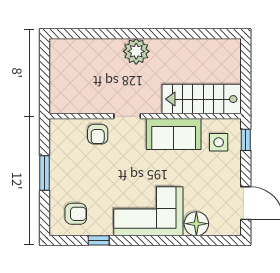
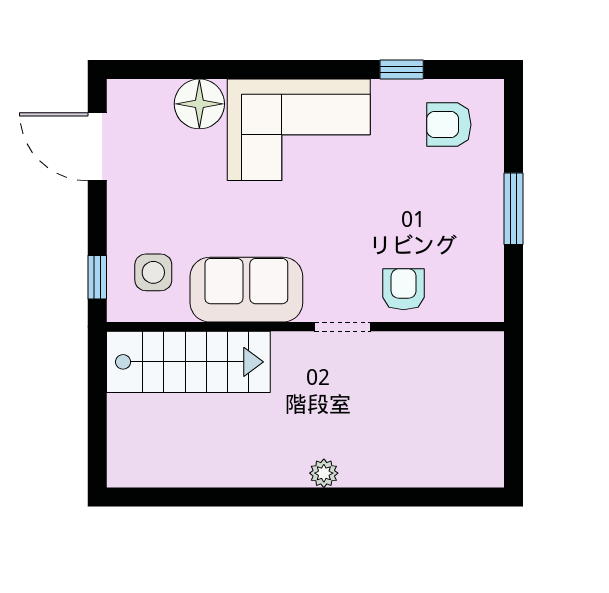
plant: (136, 51) -> (324, 473), width x0.53, depth x0.53

